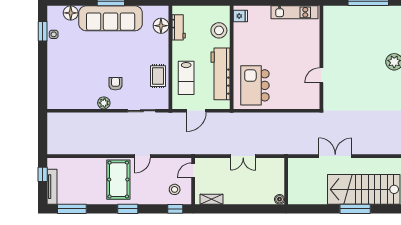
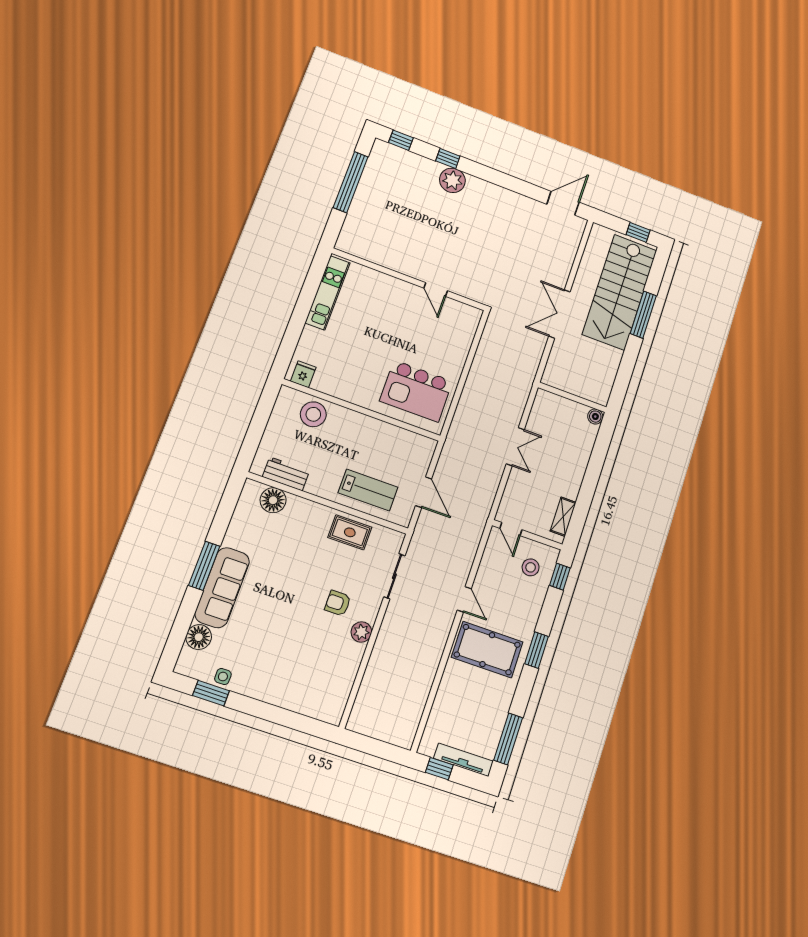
sofa: (111, 18) -> (222, 588), width x0.74, depth x0.79
workbench: (221, 74) -> (381, 436), removed

